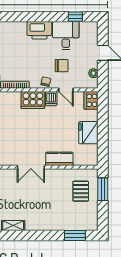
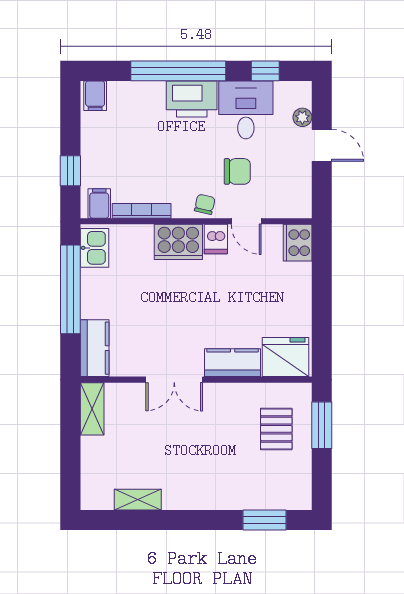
window: (33, 17) -> (178, 71), added
plant: (93, 73) -> (302, 117), moved
fridge: (88, 133) -> (285, 357), moved, turned 90

